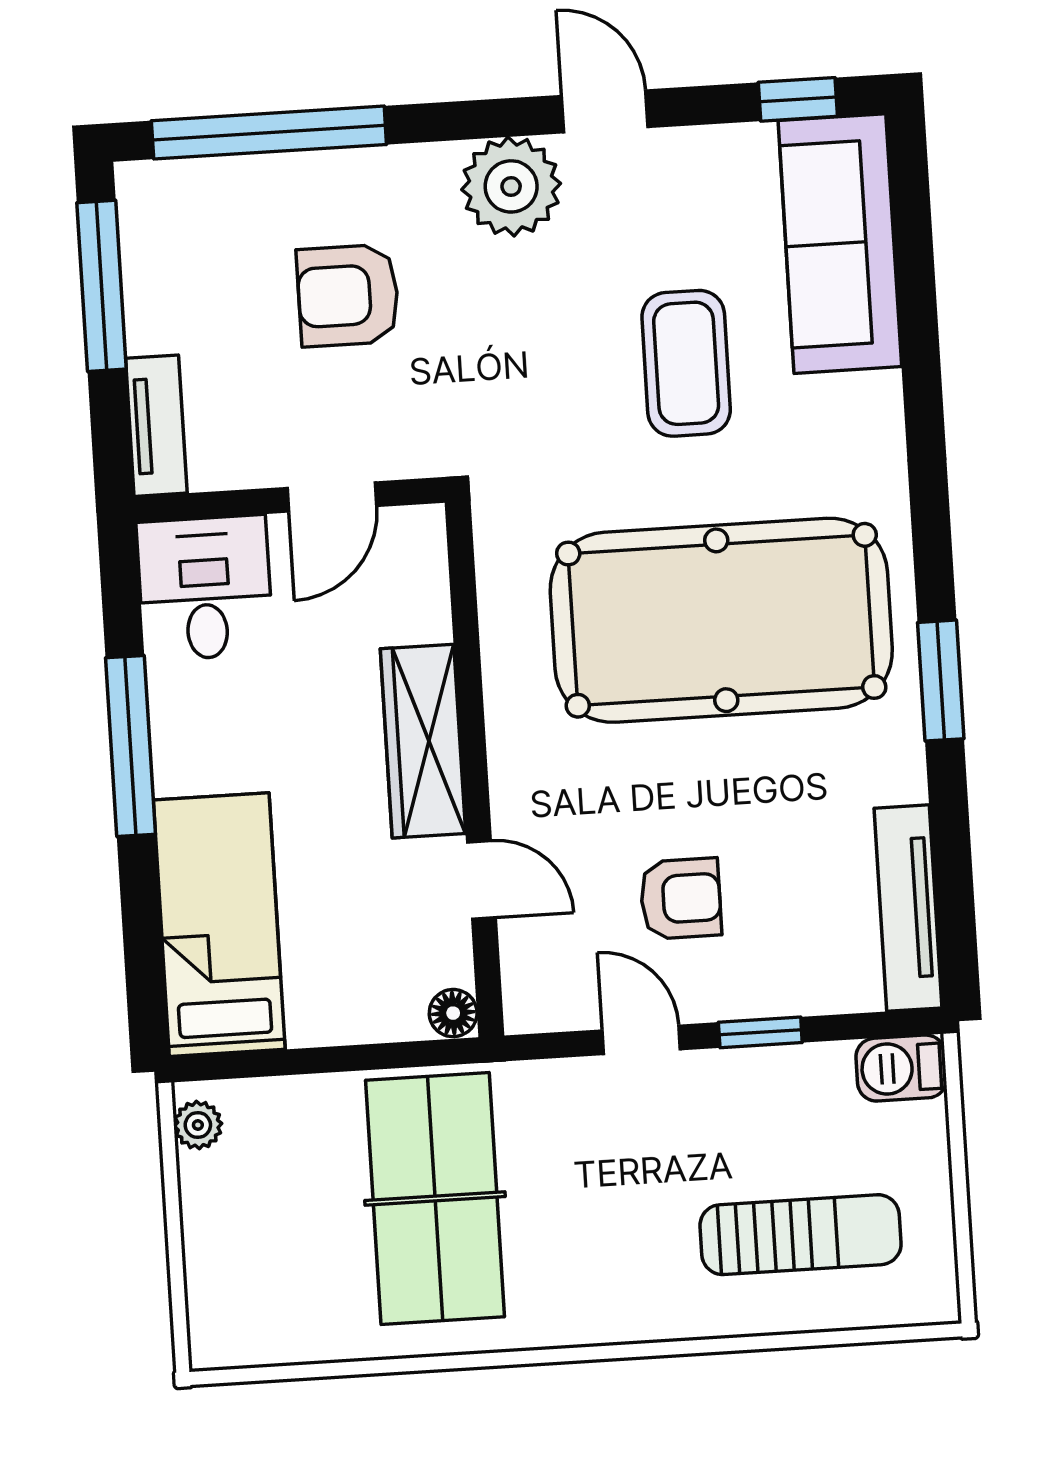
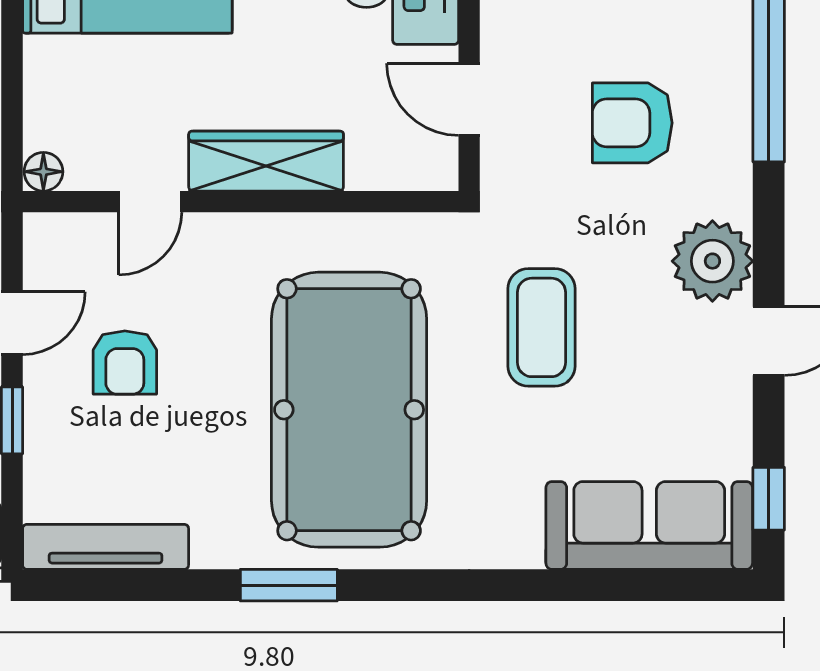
armchair: (348, 295) -> (632, 123), turned -90
coffee table: (686, 363) -> (542, 327), moved, turned 90

